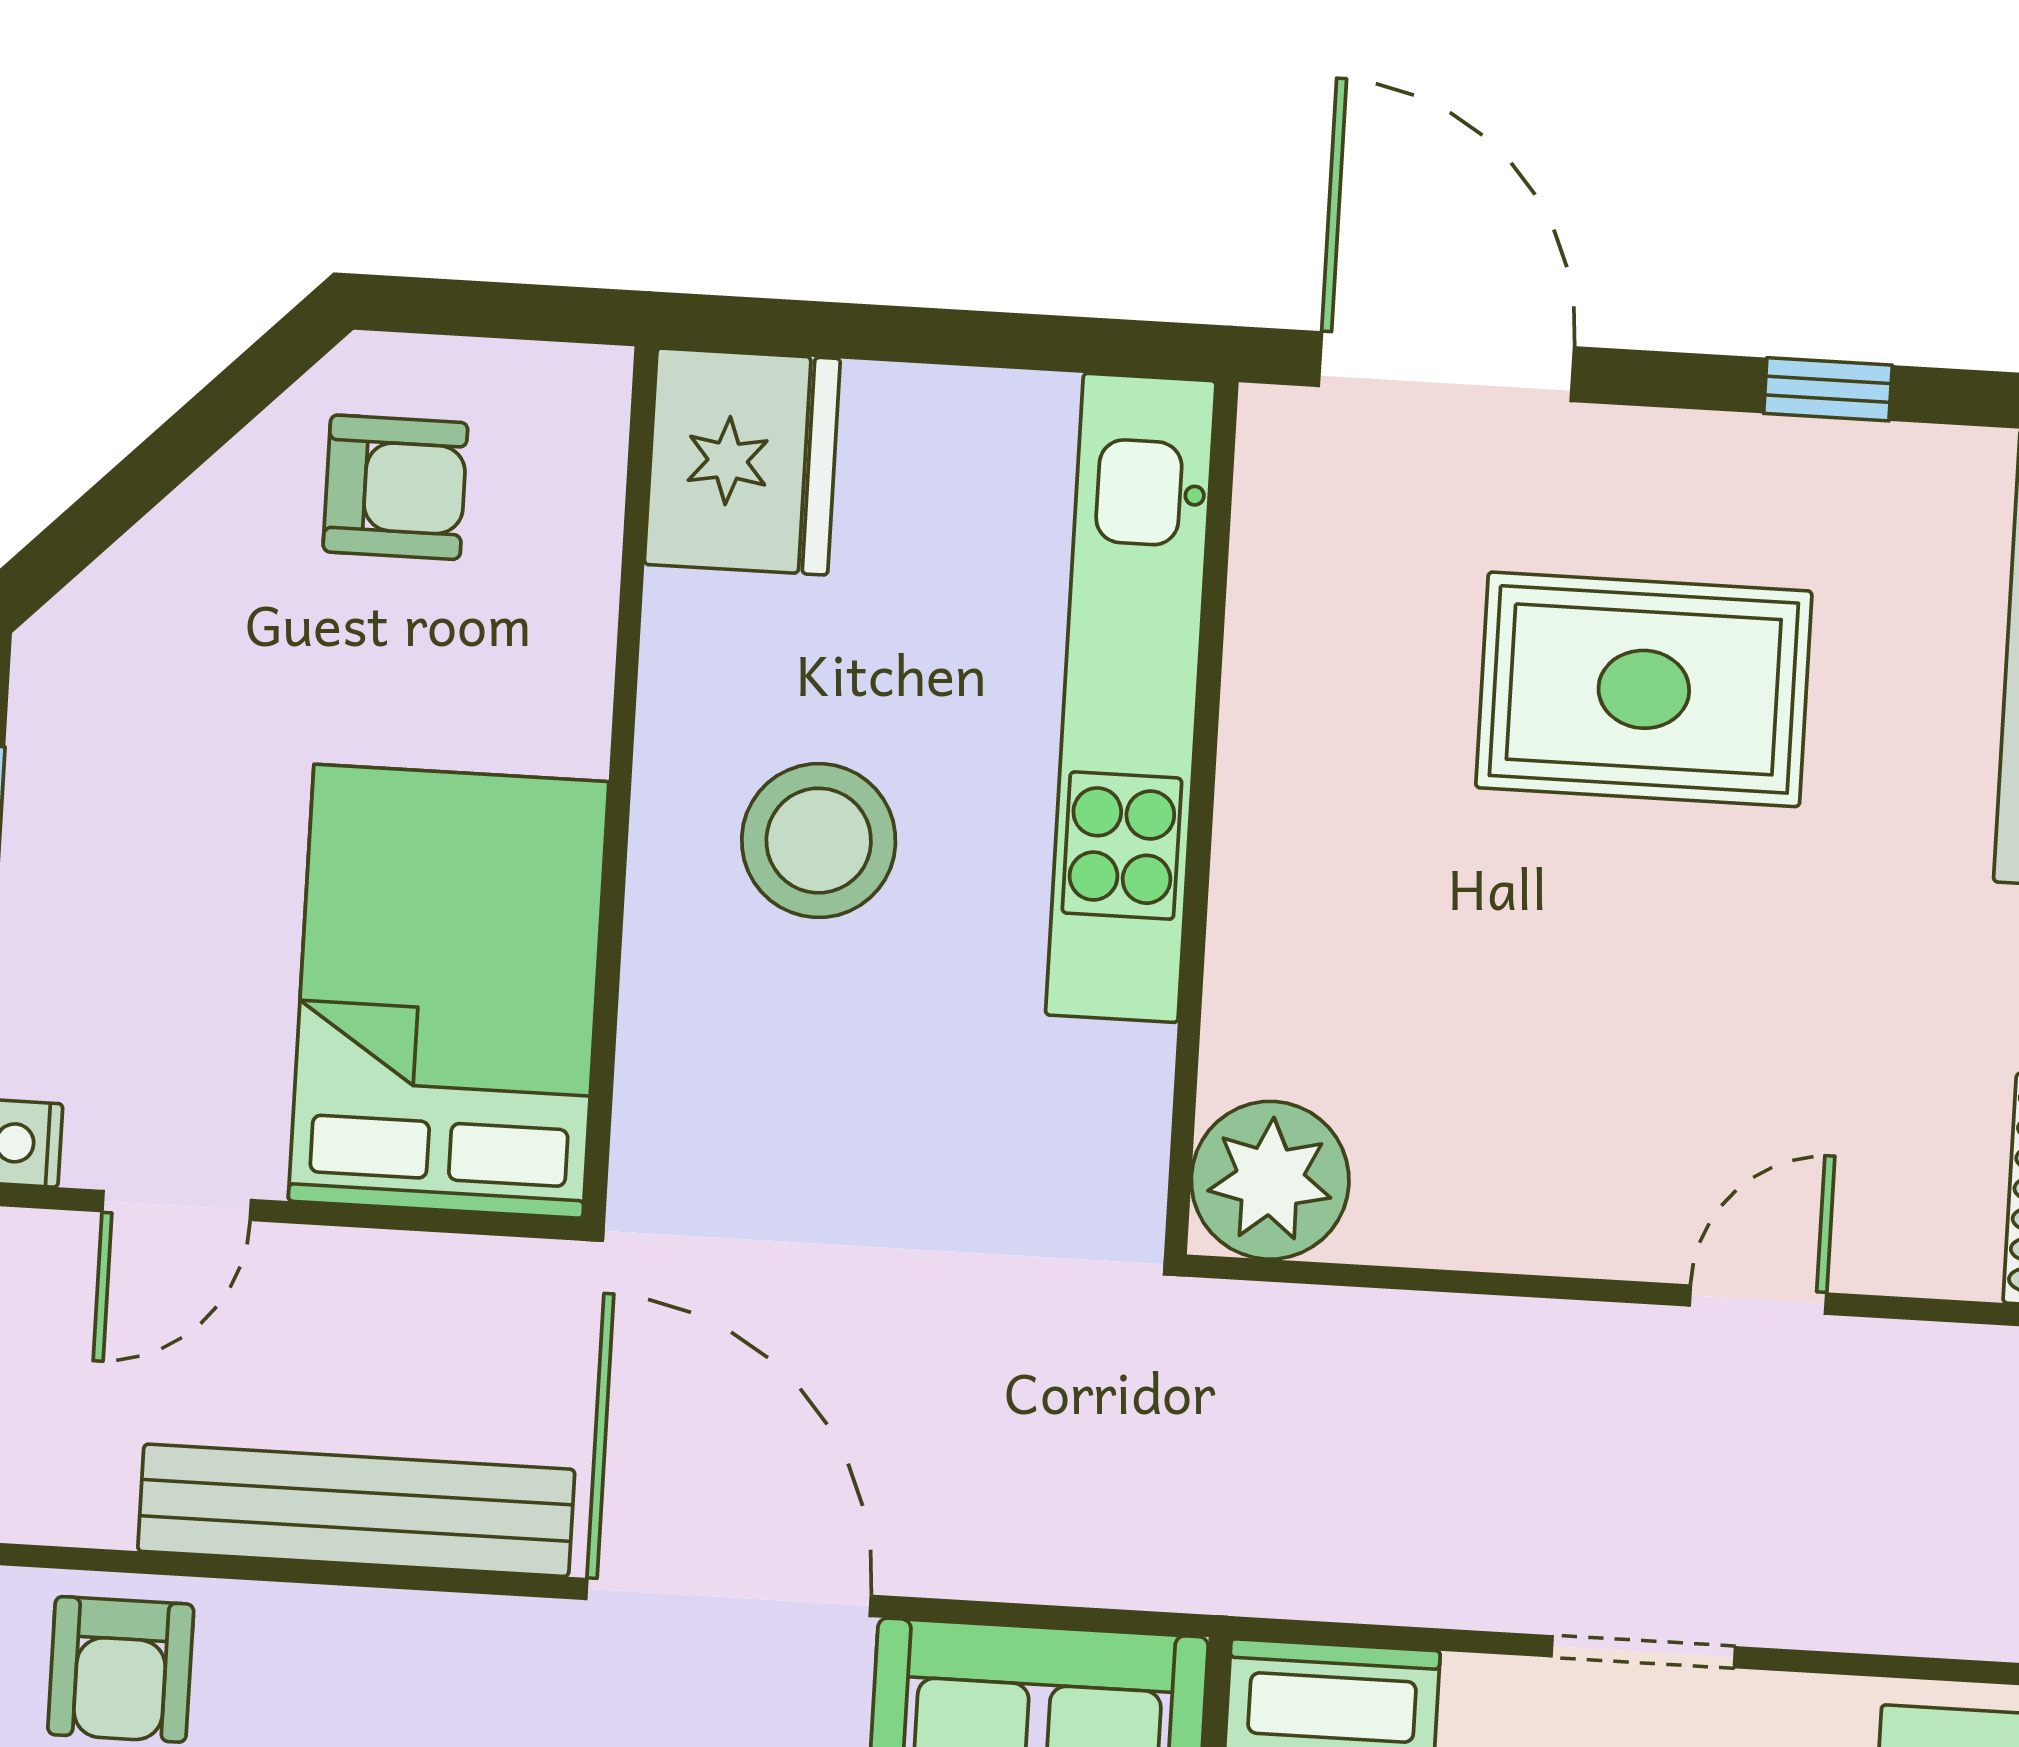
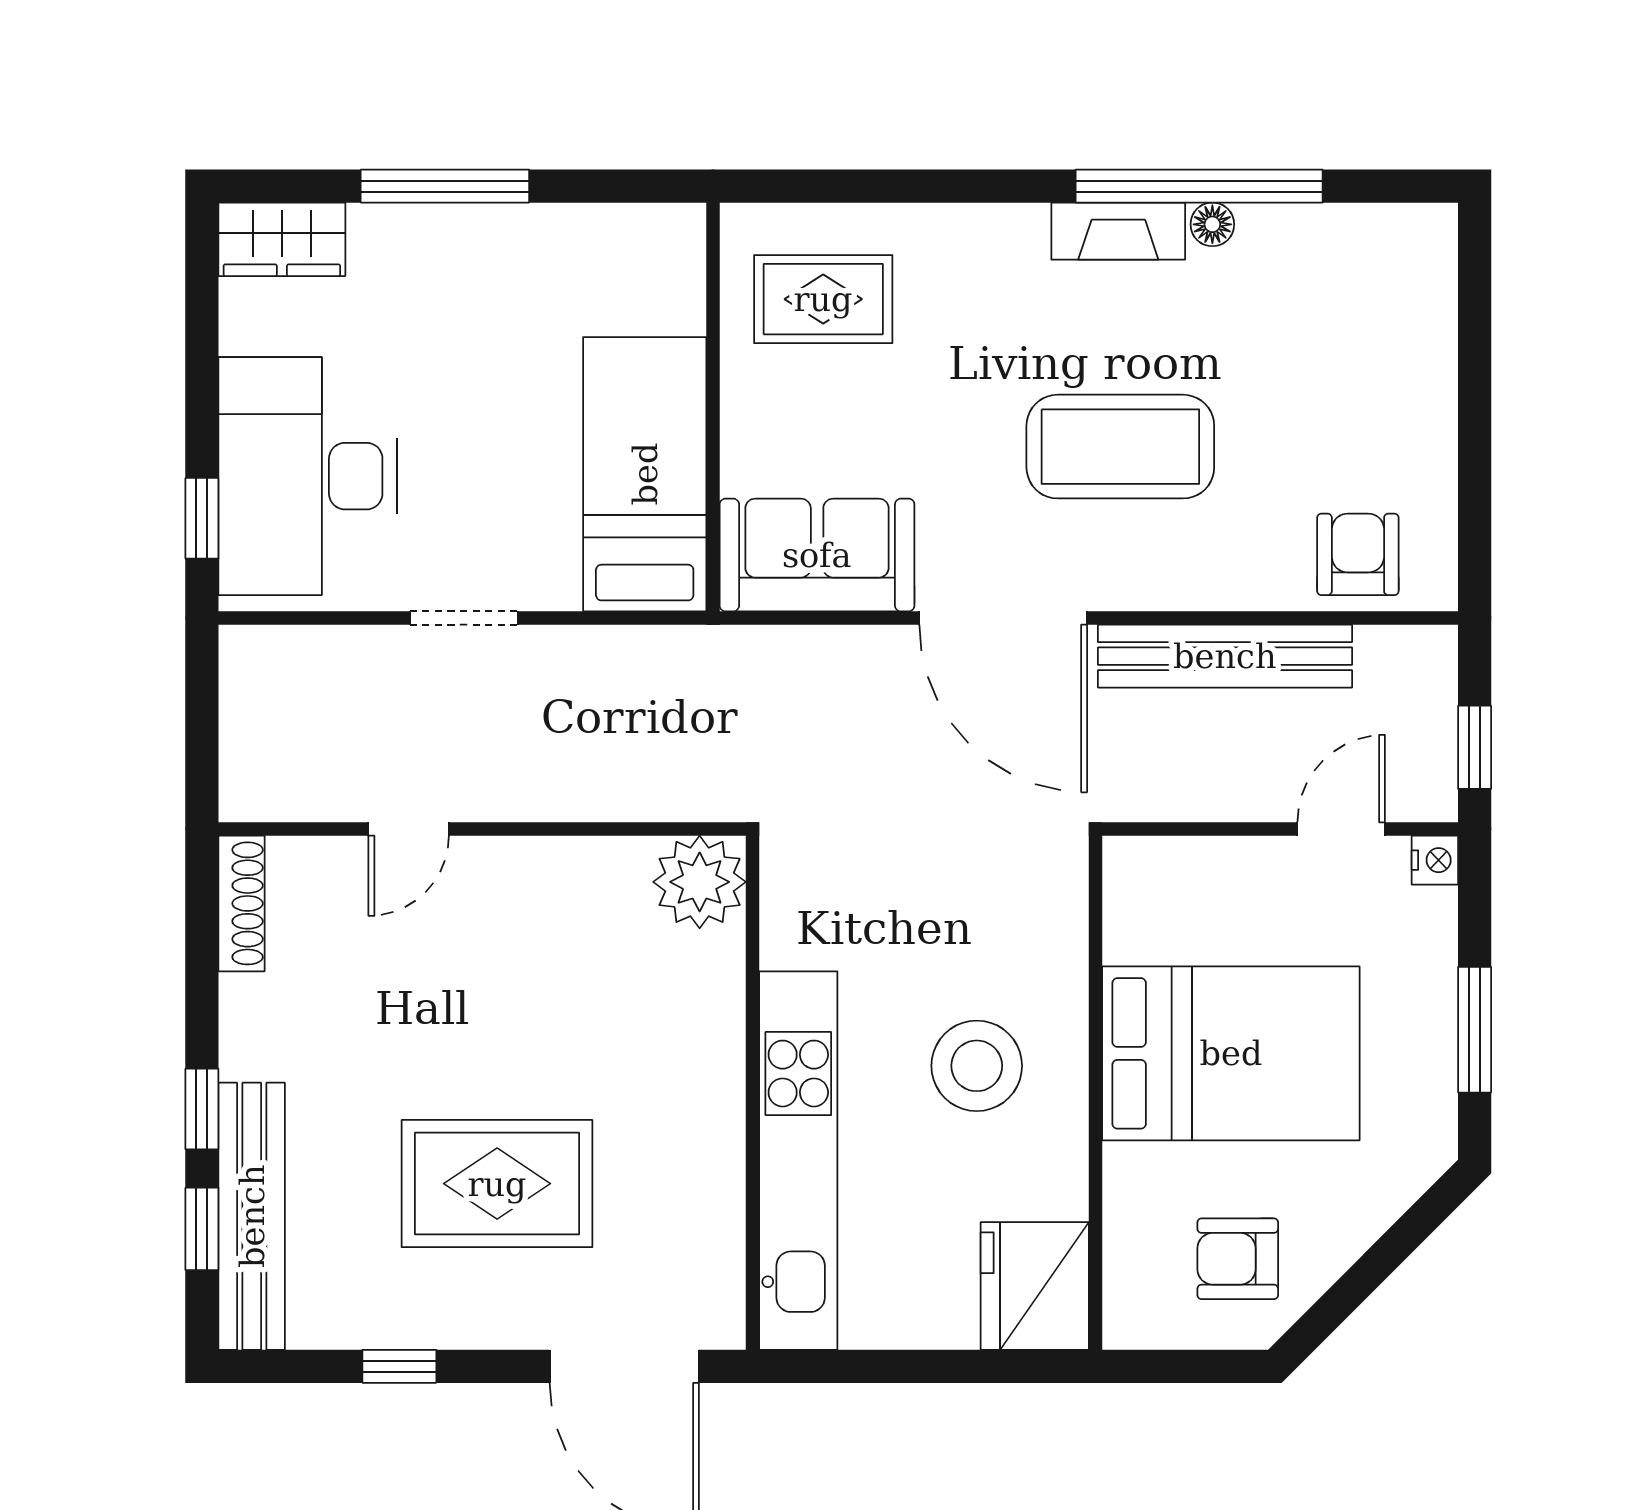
bed: (448, 991) -> (1231, 1053), moved, turned -90

